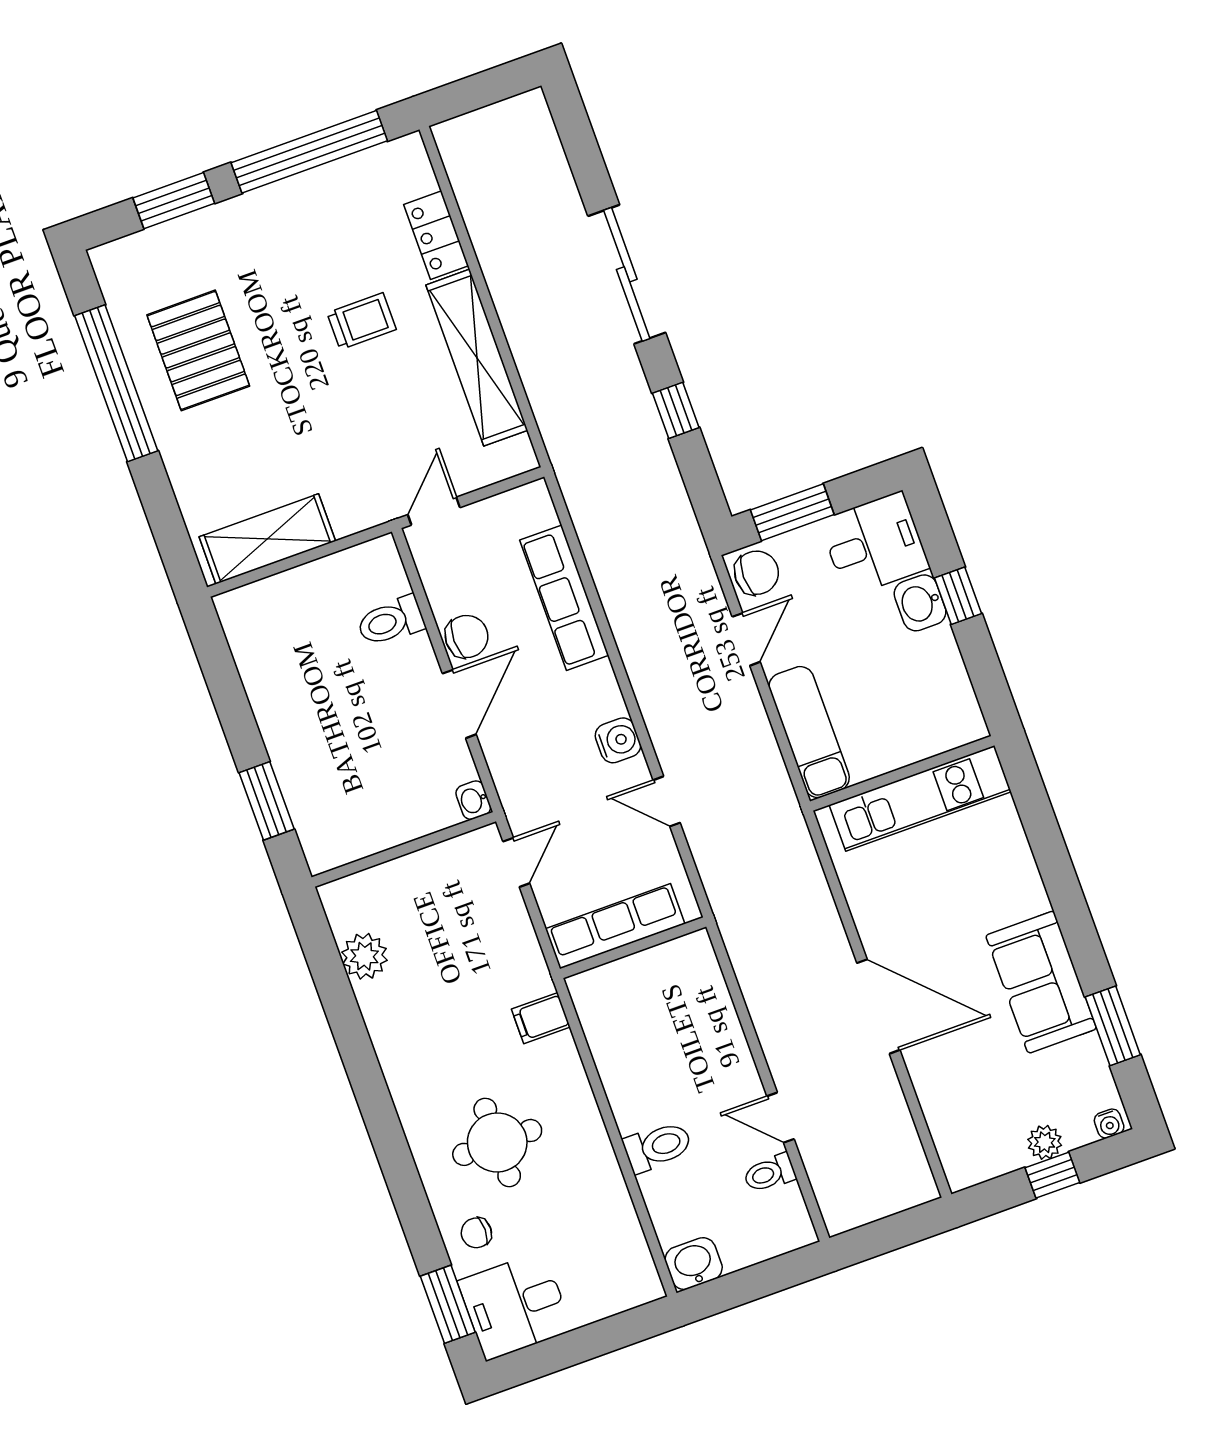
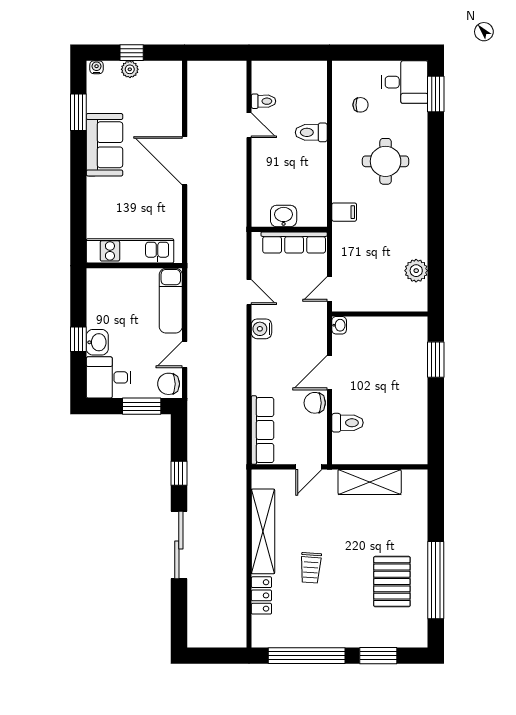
trolley: (362, 321) -> (311, 568), turned -86
shelving: (267, 539) -> (370, 482), moved
row of seats: (564, 598) -> (263, 430), moved
chair: (476, 1233) -> (361, 105), moved
washbasin: (694, 1264) -> (284, 216), moved, turned 180

